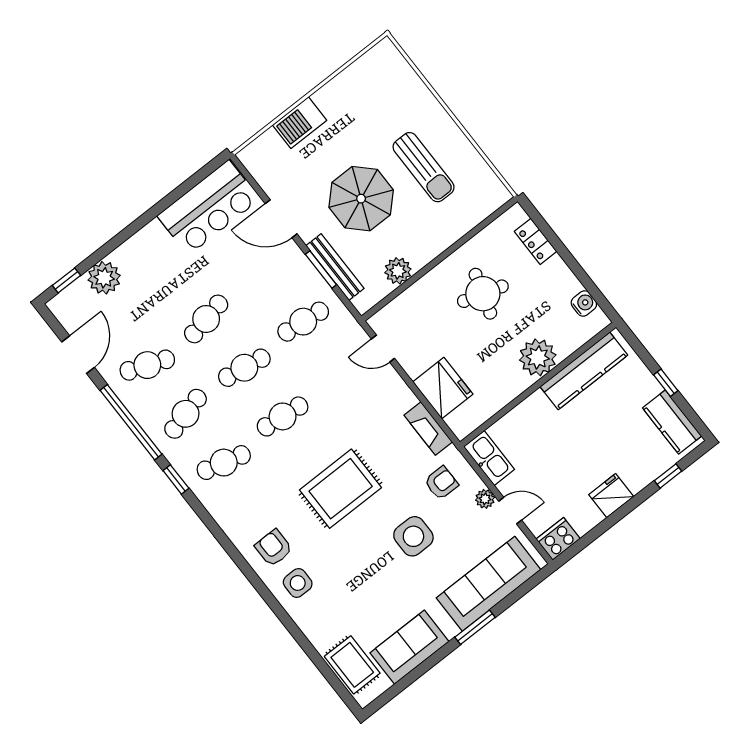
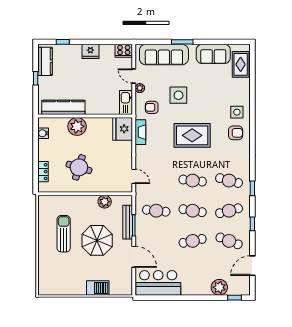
fridge: (443, 388) -> (123, 129), moved
window: (131, 422) -> (252, 224), width x0.32
armchair: (274, 548) -> (236, 133), turned -90

